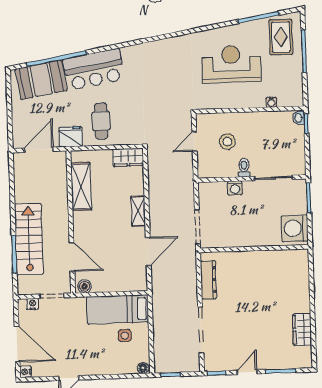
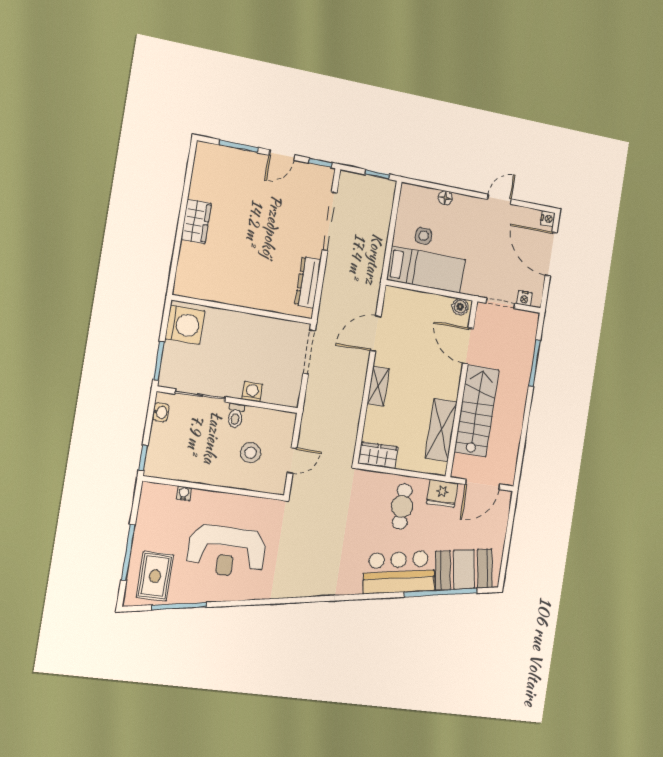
washbasin: (299, 118) -> (161, 412), moved
stairs: (29, 239) -> (477, 411), moved, turned 180
wardrobe: (302, 330) -> (196, 221), moved
floor lamp: (143, 368) -> (445, 198), moved

